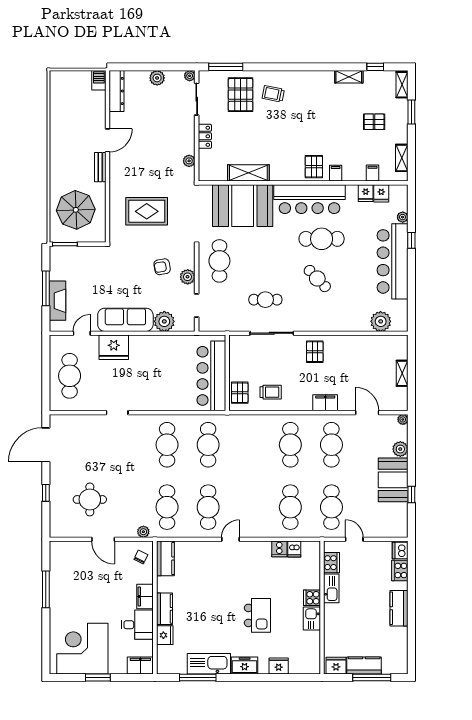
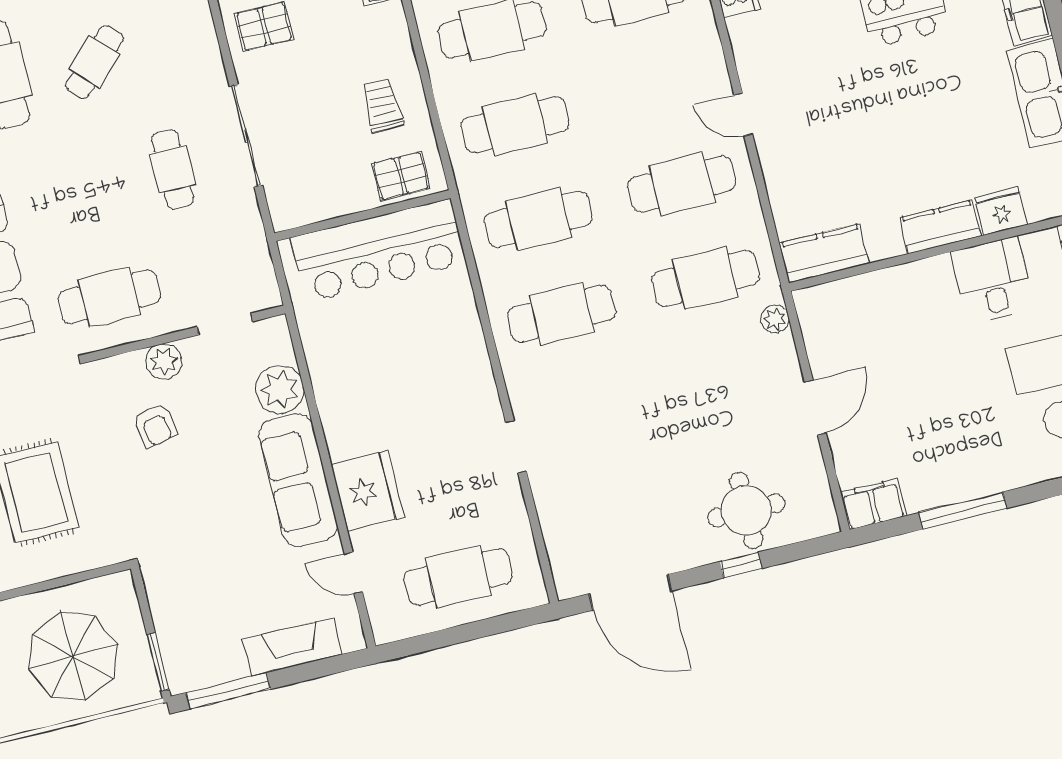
window: (46, 288) -> (228, 691), moved
cafe table: (249, 445) -> (515, 125), added
round table: (90, 499) -> (746, 510), moved
chair: (141, 557) -> (835, 310), removed
filing cabinet: (145, 597) -> (873, 504), moved, turned 180

